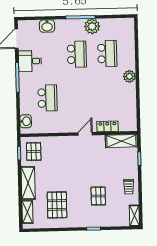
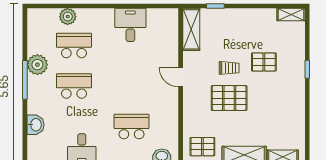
plant: (129, 76) -> (68, 17), moved
desk: (124, 95) -> (130, 25), added
locker: (107, 126) -> (171, 48), removed
trolley: (129, 187) -> (229, 68), moved
pallet: (57, 205) -> (229, 98), moved

